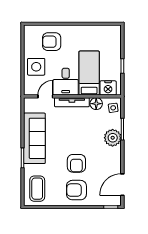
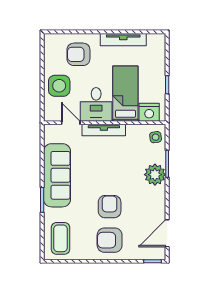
tv unit: (87, 30) -> (123, 40), added
door: (45, 96) -> (71, 123), hinge flipped
floor lamp: (96, 104) -> (134, 132), removed
armchair: (76, 163) -> (110, 207), turned 180

